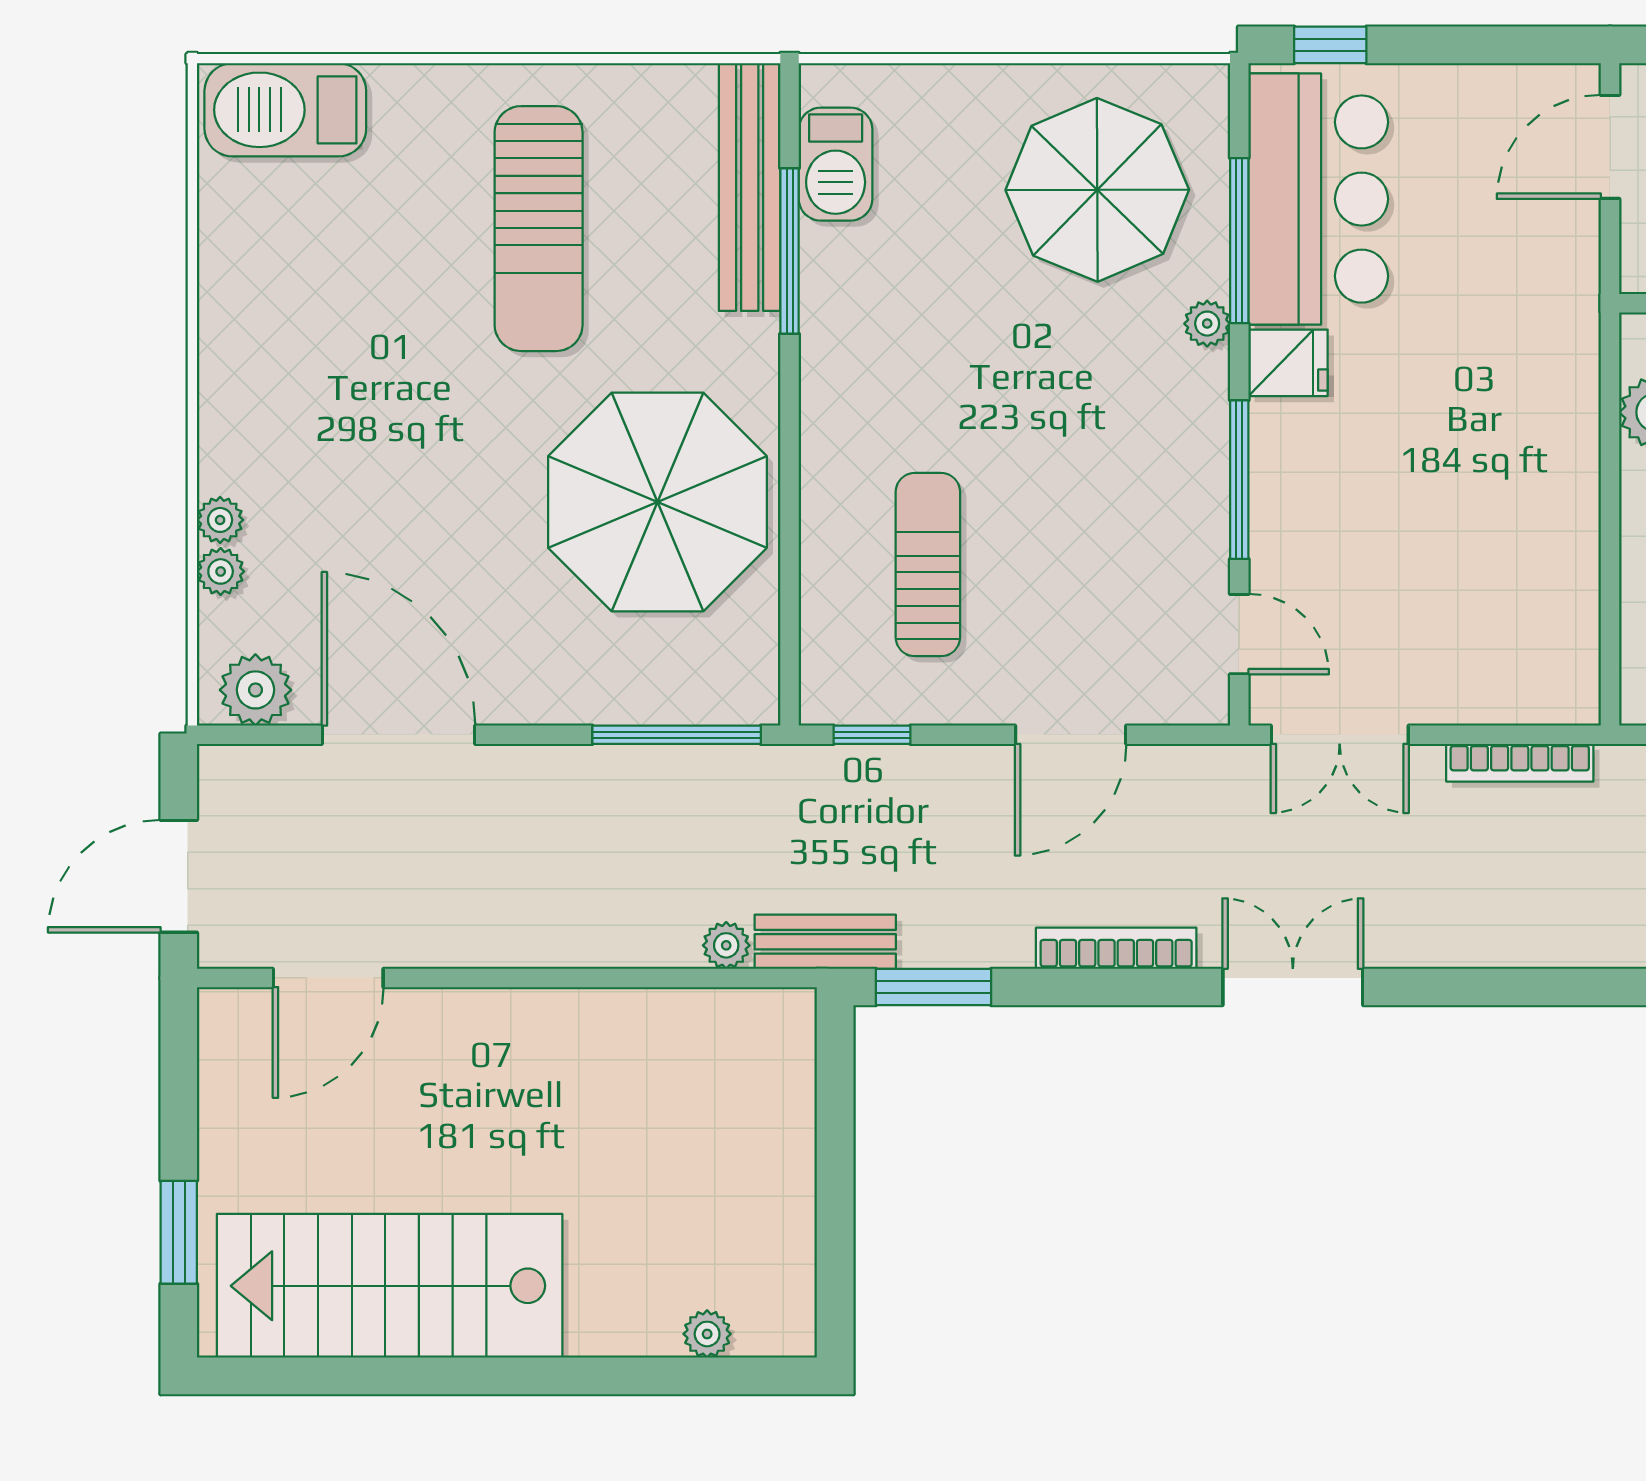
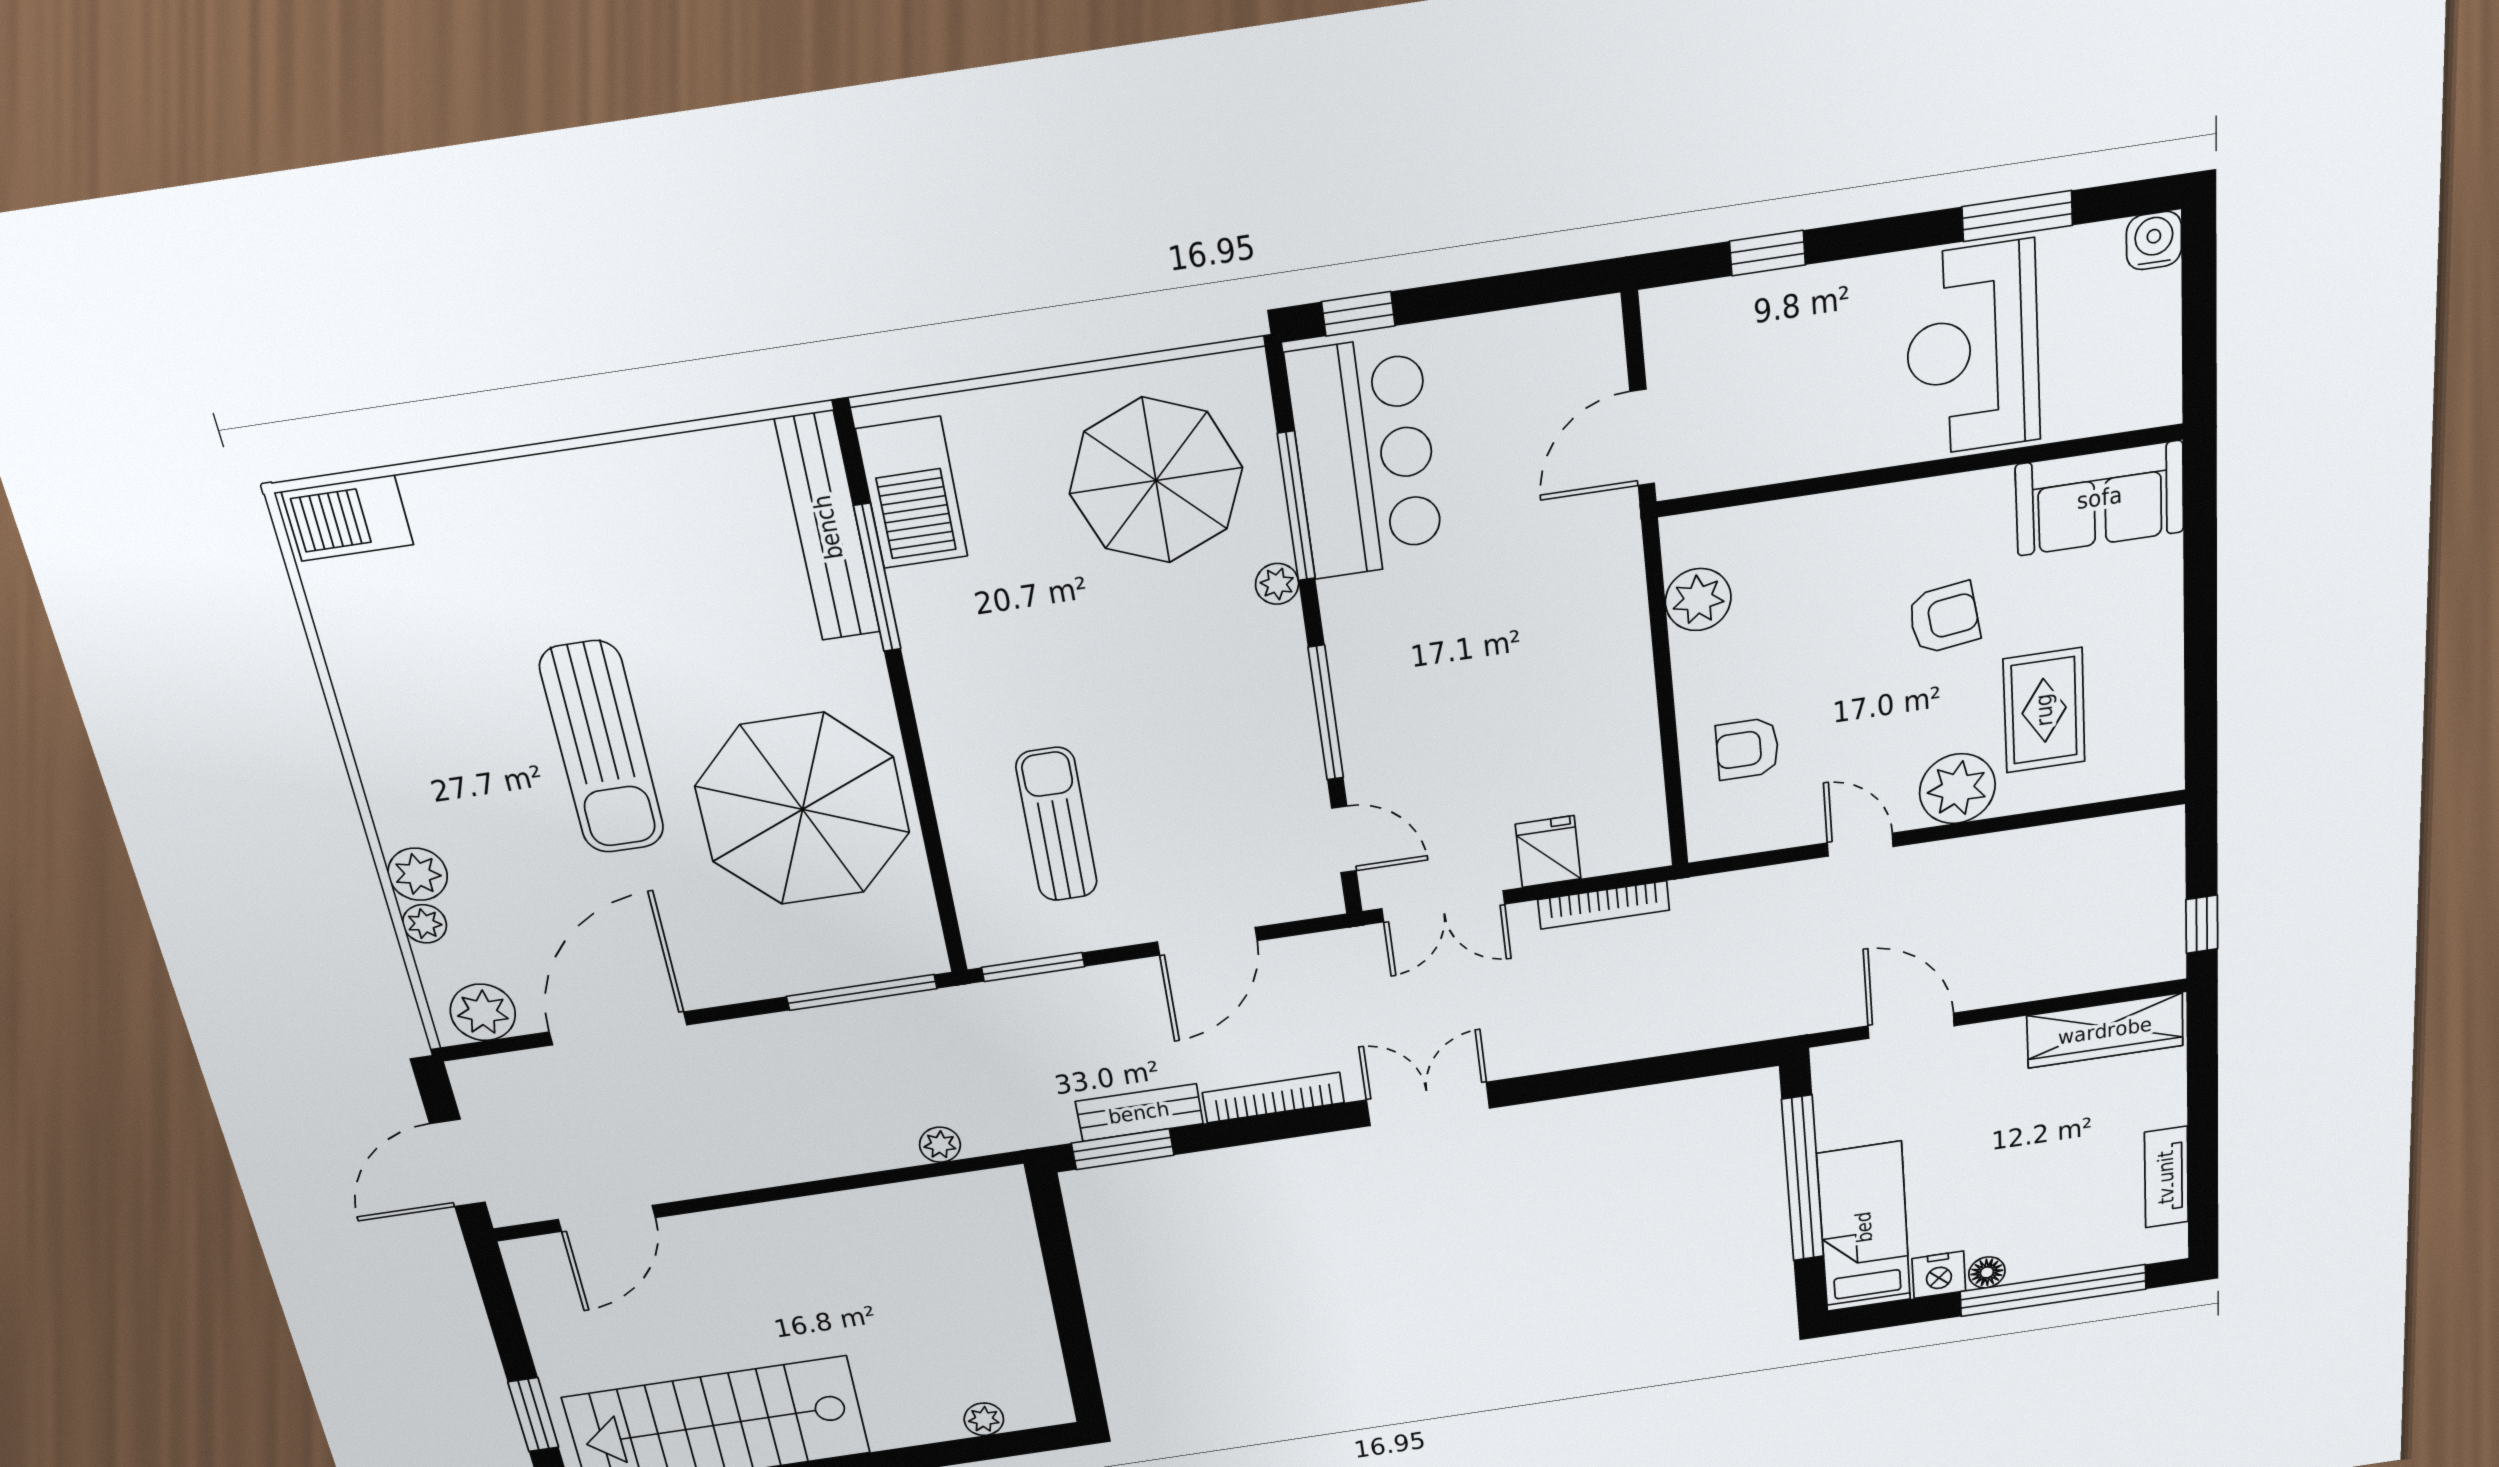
barbecue: (285, 110) -> (348, 518), width x0.73, depth x0.83
door: (1610, 147) -> (1642, 438), moved
barbecue: (836, 164) -> (912, 493), width x1.37, depth x1.21
sun lounger: (539, 229) -> (602, 748), moved
fridge: (1288, 363) -> (1548, 852), moved, turned -90
plant: (220, 520) -> (418, 874), width x1.38, depth x1.38
door: (398, 735) -> (618, 1028), hinge flipped
window: (872, 735) -> (1033, 967), width x1.50
bench: (825, 942) -> (1139, 1113), moved

